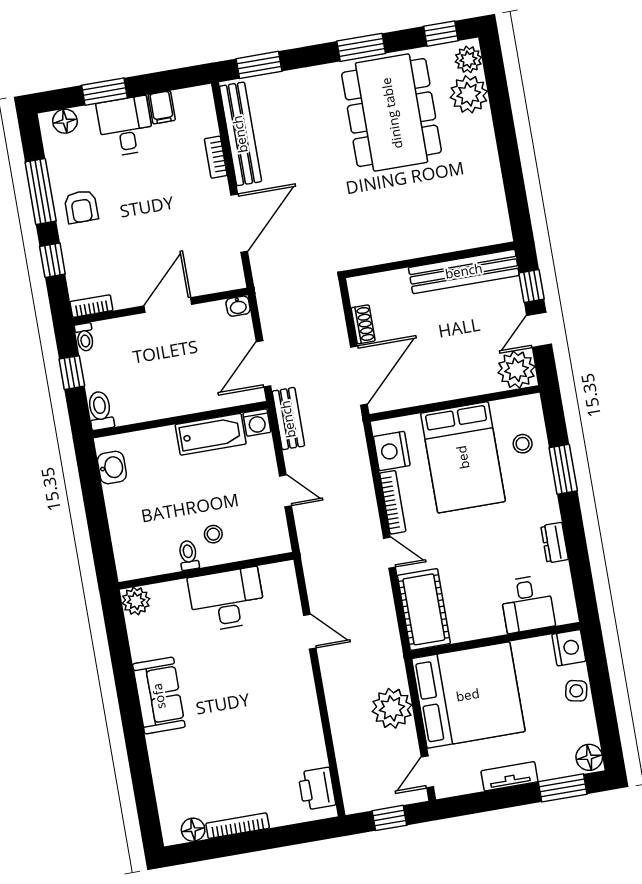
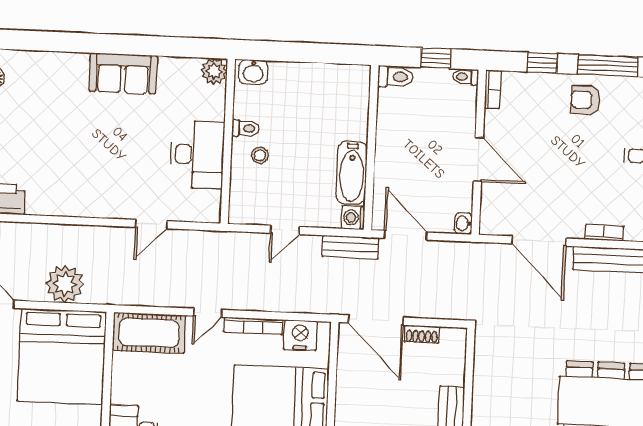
washbasin: (112, 467) -> (253, 72), moved

